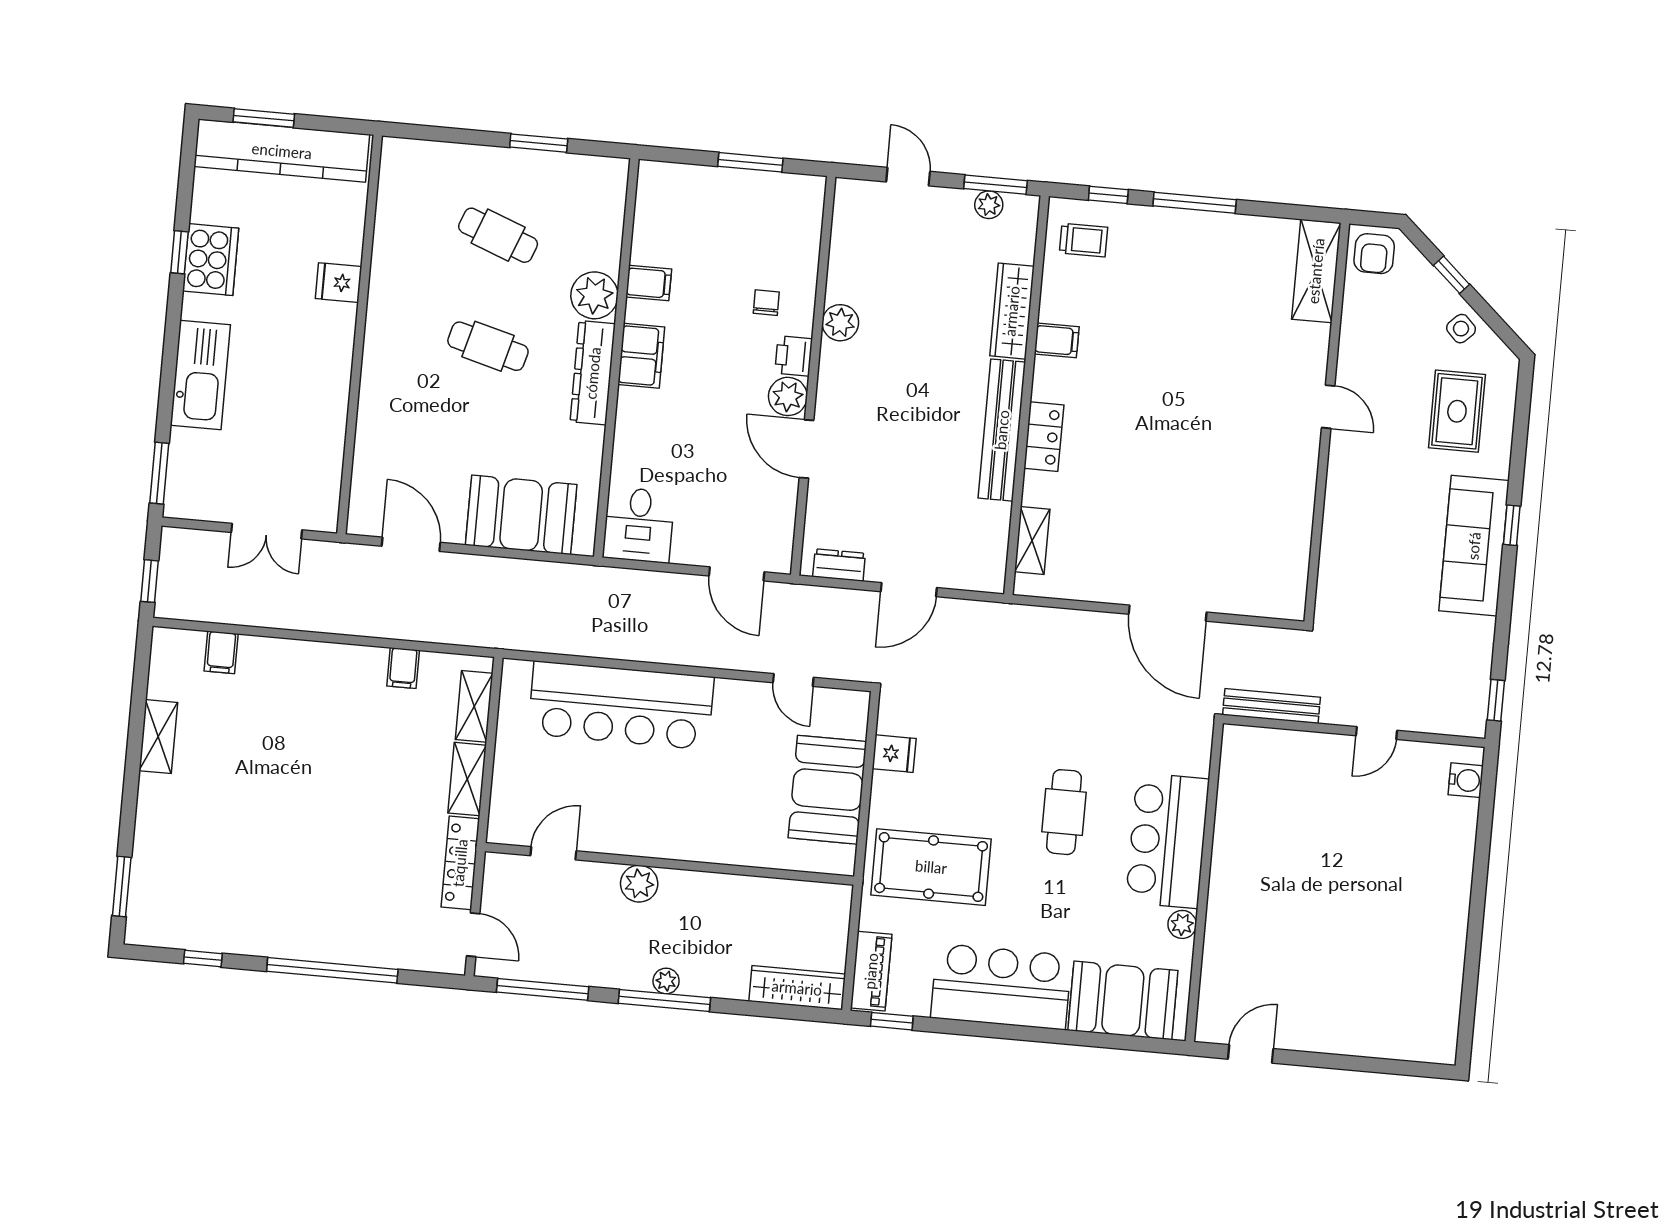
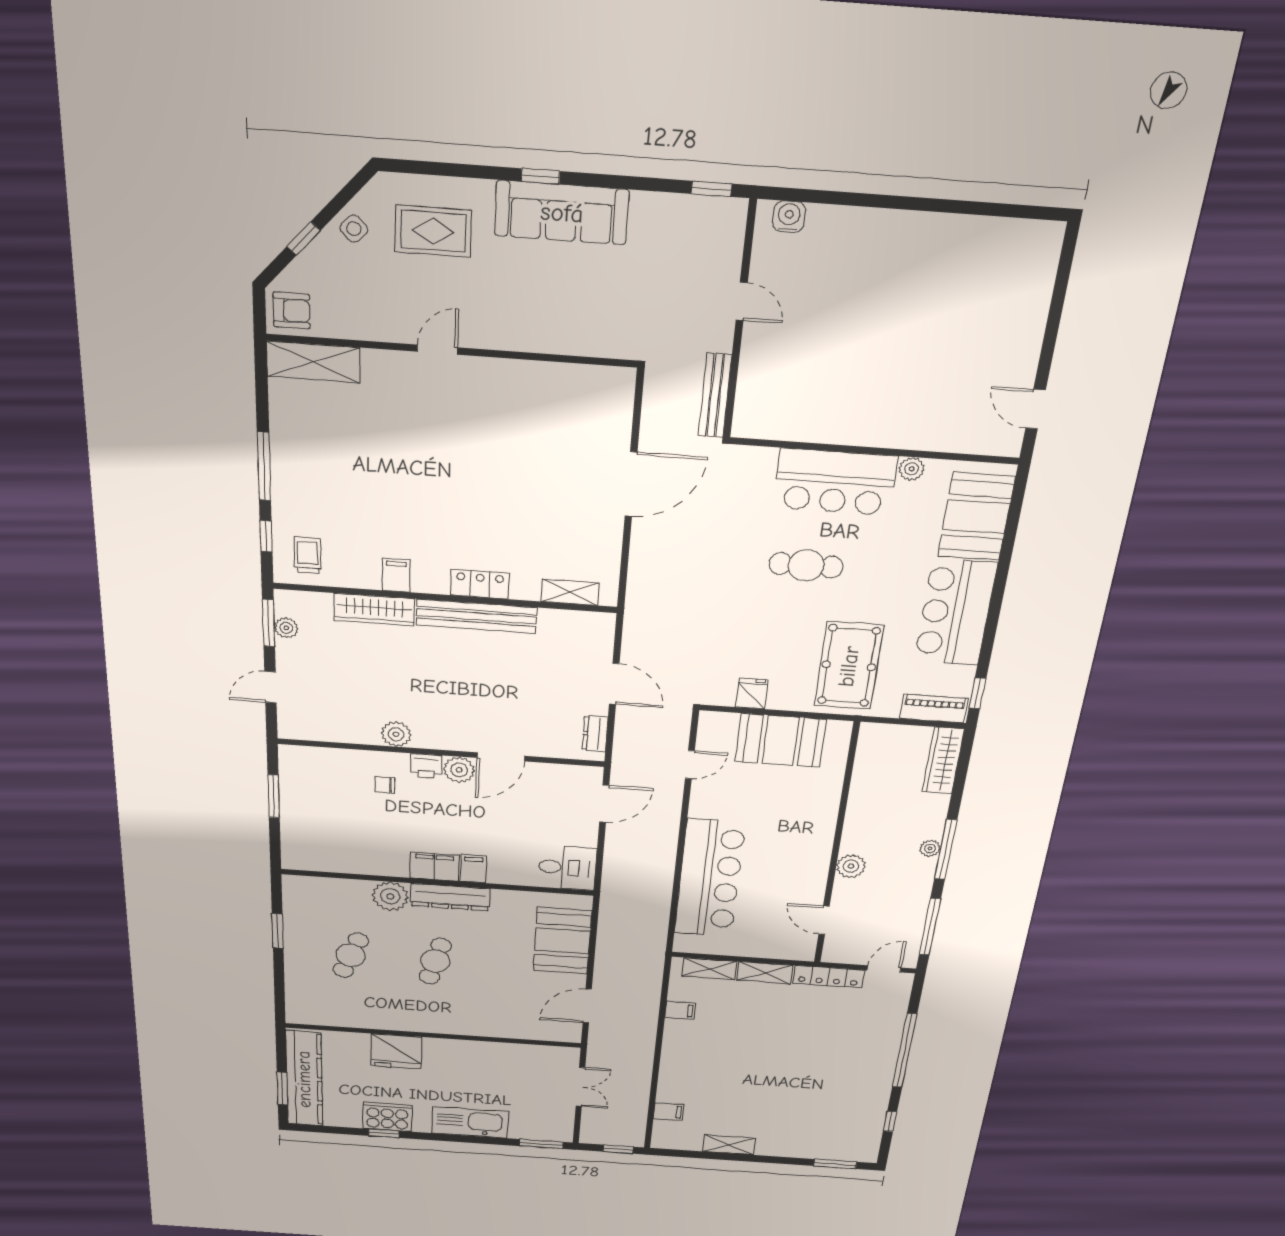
fridge: (339, 283) -> (396, 1051), width x1.88, depth x1.34
filing cabinet: (649, 283) -> (473, 869), moved

